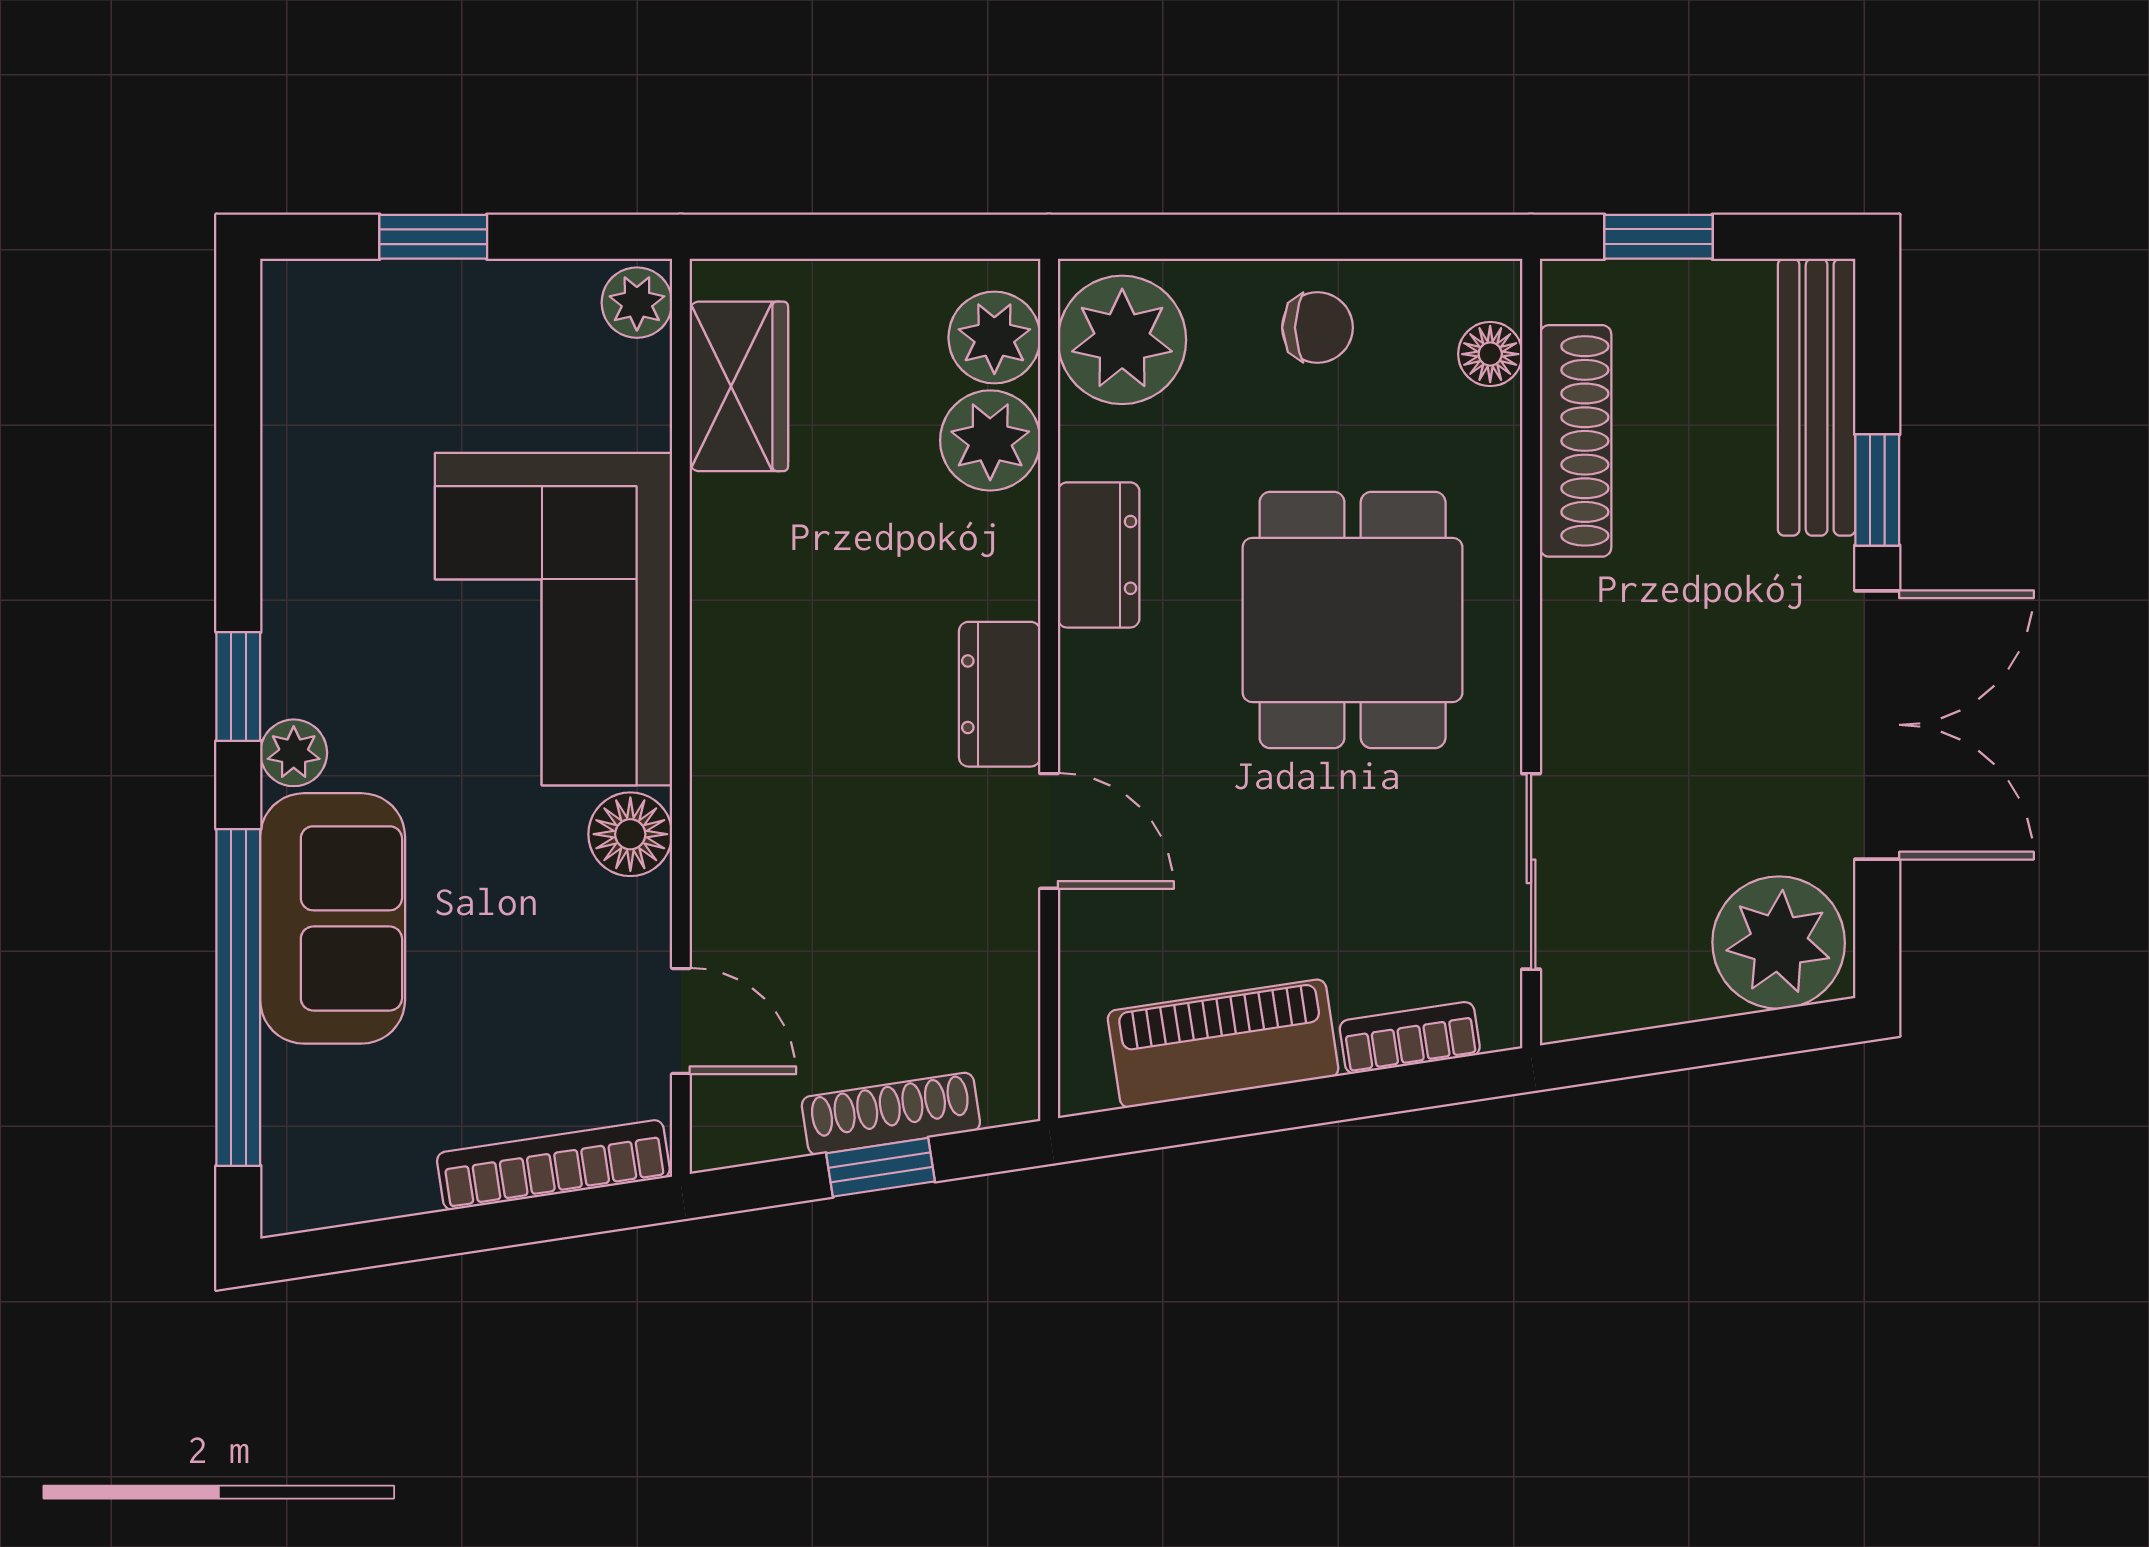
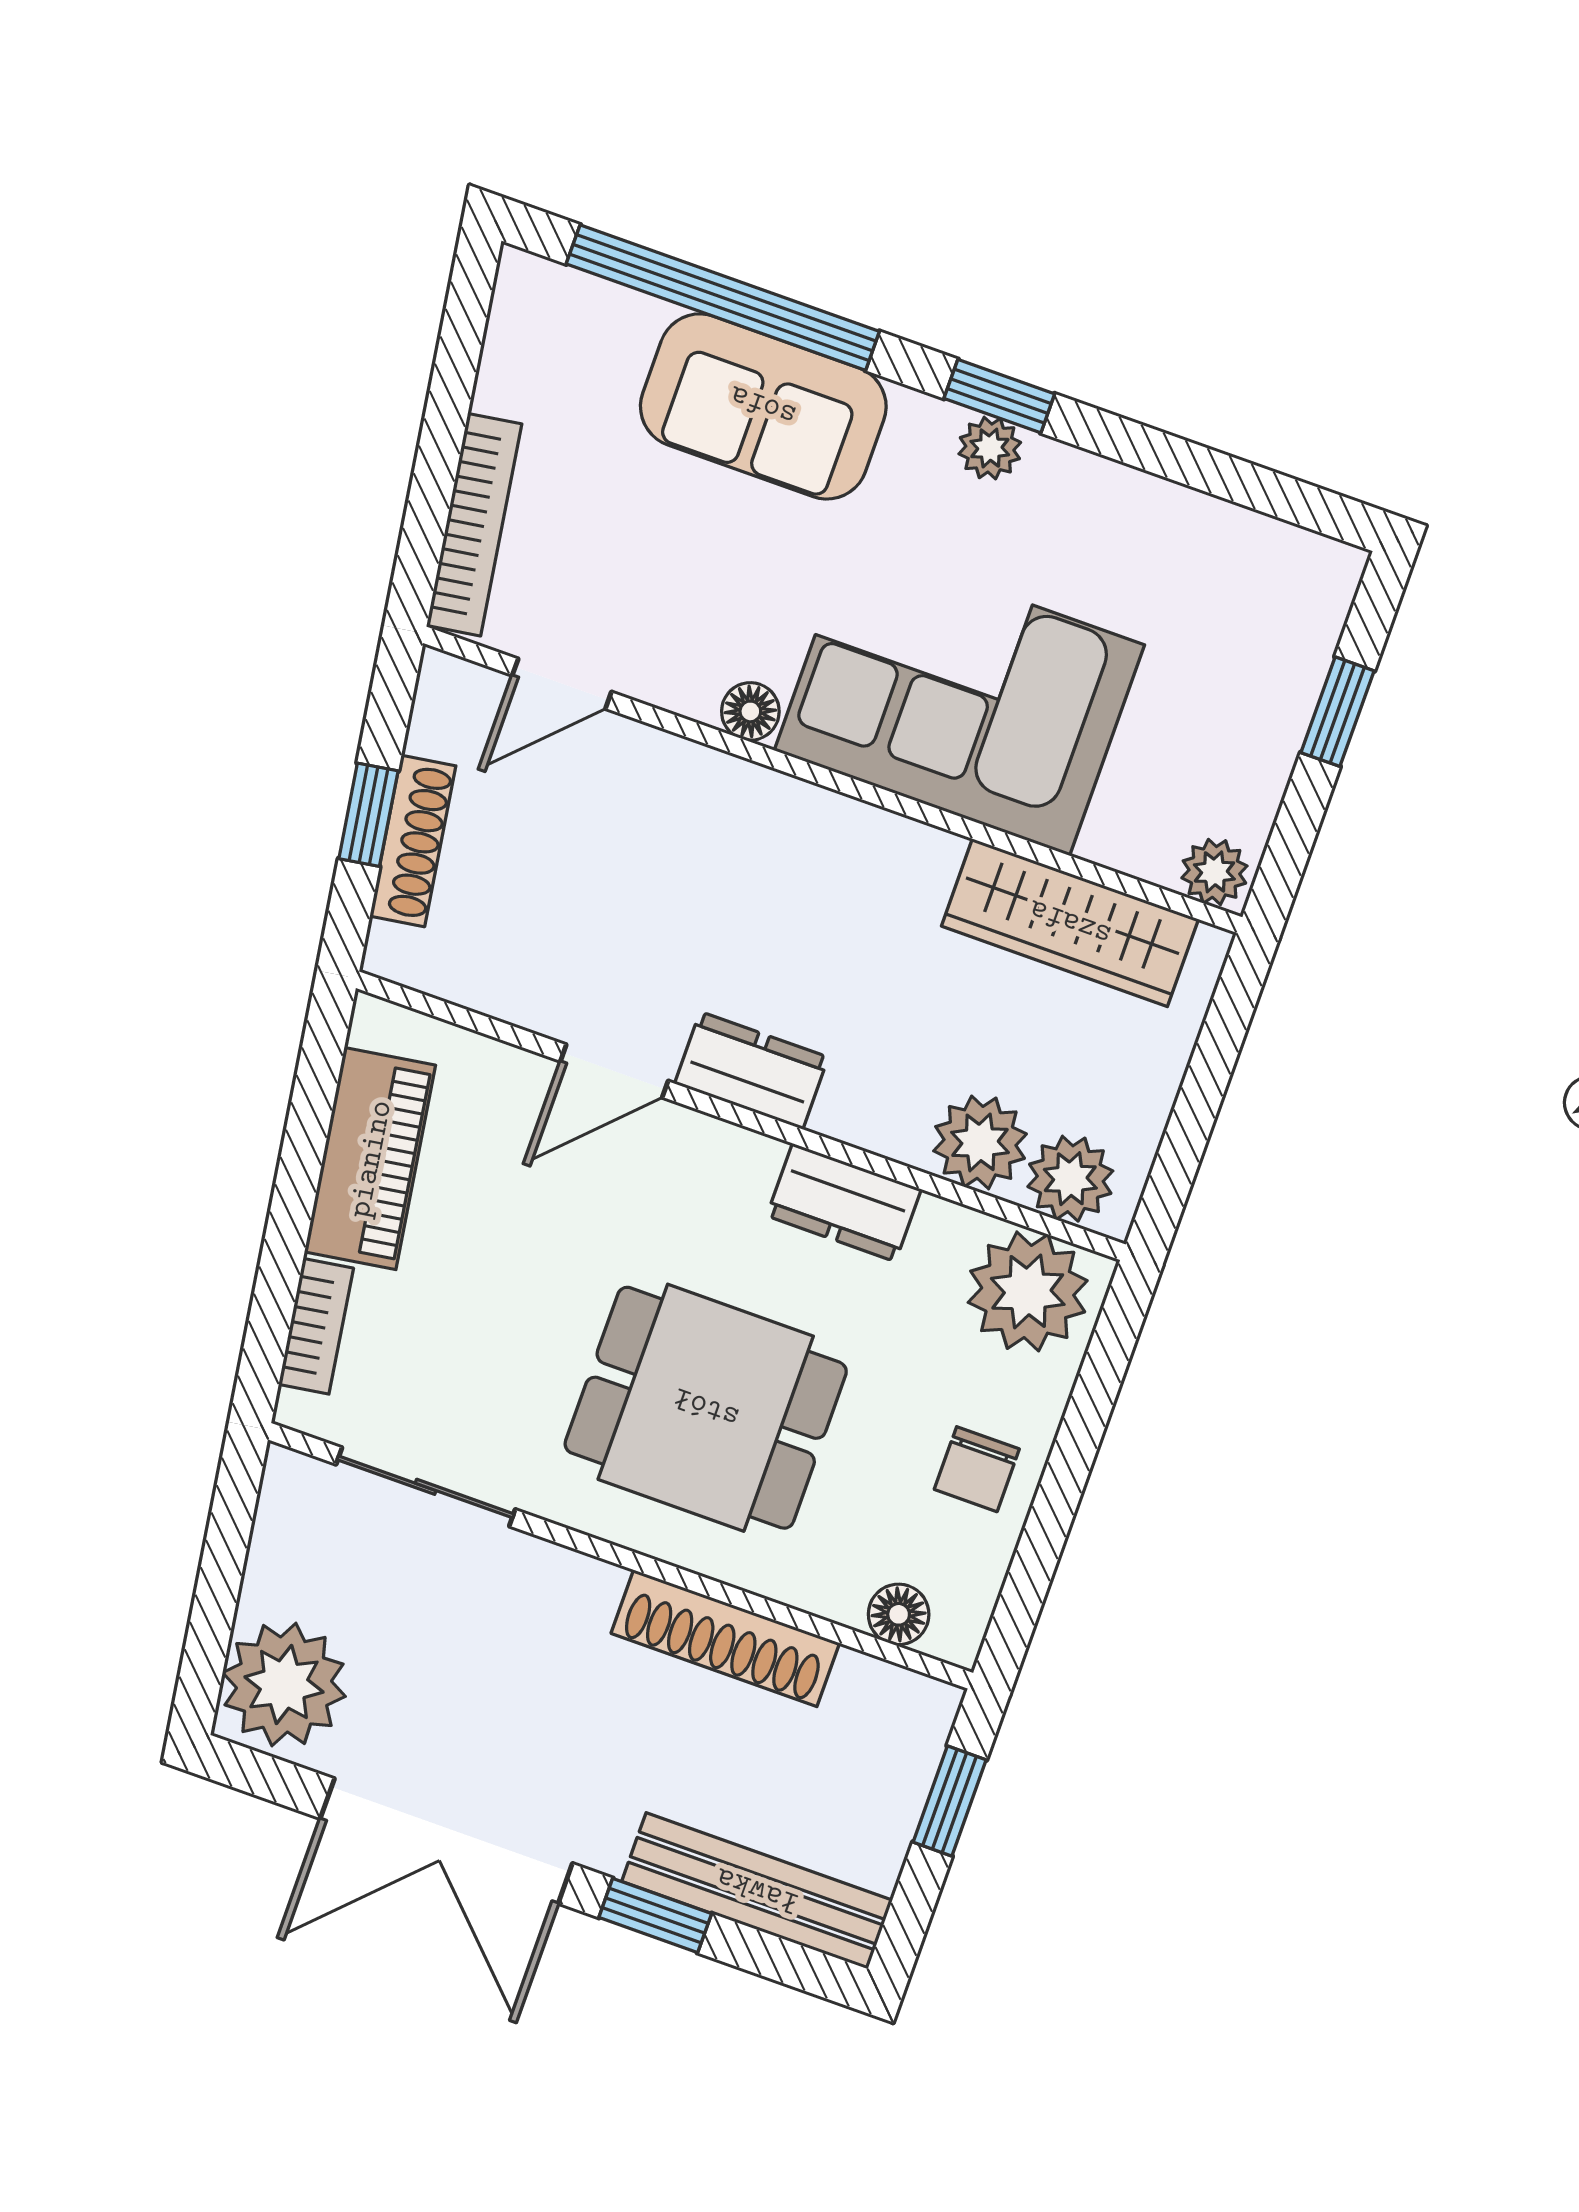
wardrobe: (739, 386) -> (1070, 923), width x1.50
shoe rack: (1576, 441) -> (725, 1638), moved
plant: (294, 753) -> (990, 448), moved
floor lamp: (630, 834) -> (750, 711), width x0.73, depth x0.73

